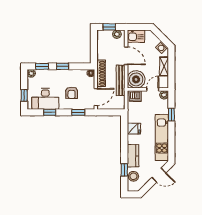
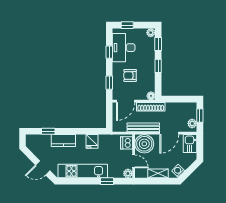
door: (96, 97) -> (126, 101), hinge flipped
door: (159, 175) -> (43, 168), hinge flipped
stool: (133, 176) -> (42, 141), removed

